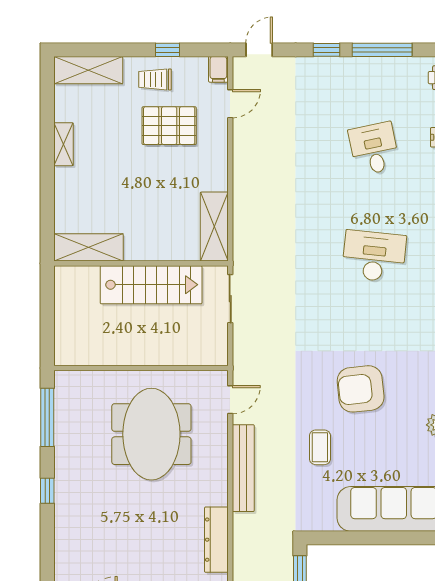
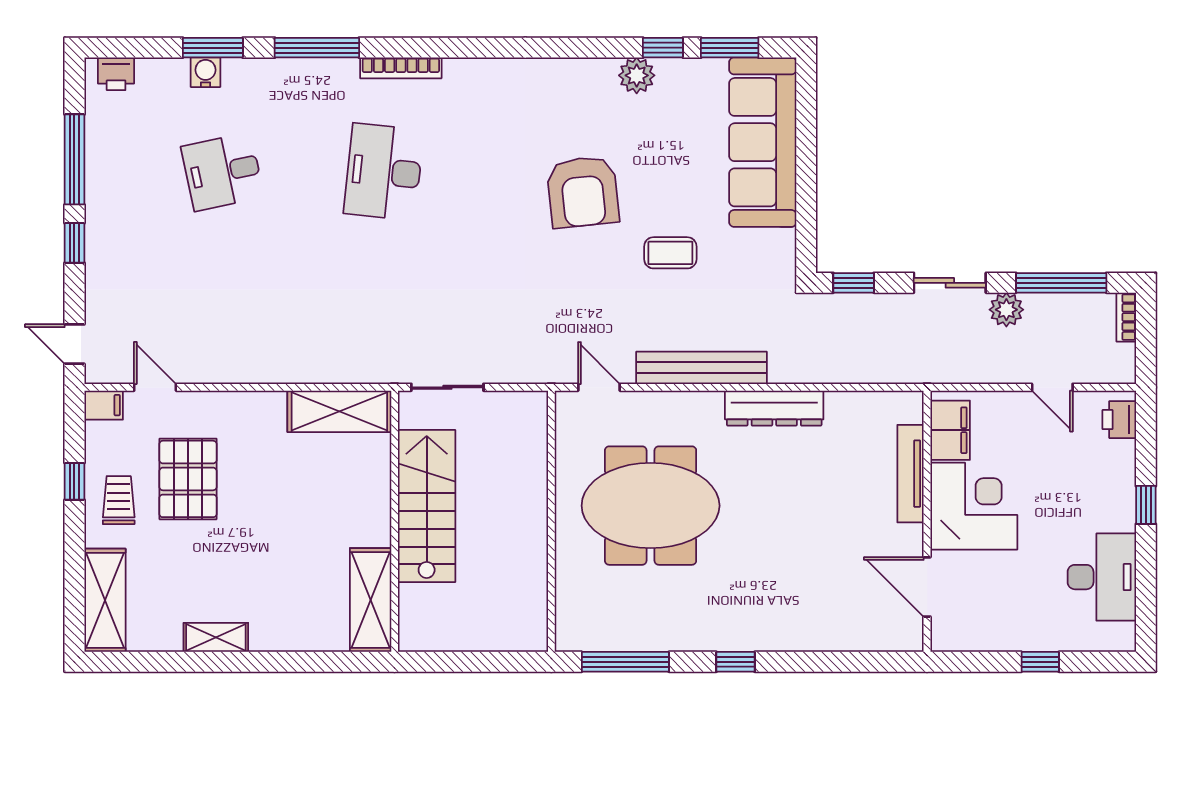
trolley: (155, 79) -> (119, 500), turned 180
dresser: (216, 540) -> (774, 408), moved

